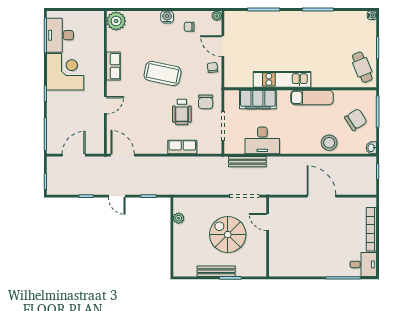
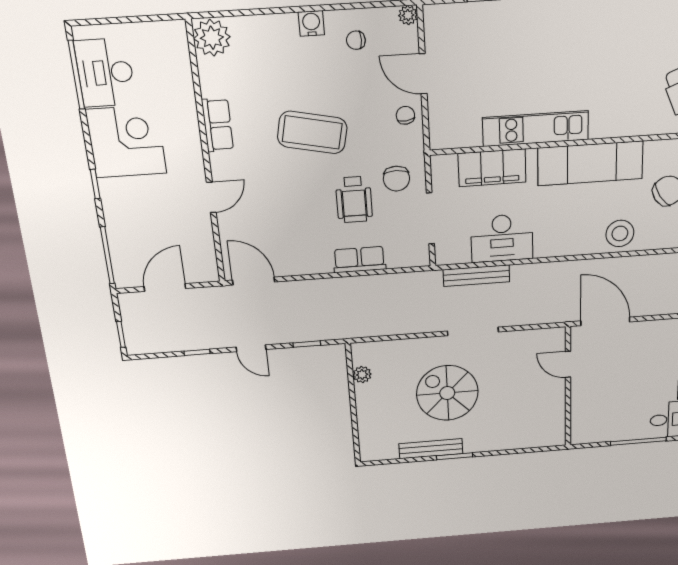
exam couch: (312, 97) -> (590, 163), width x1.36, depth x1.45
door: (268, 222) -> (568, 364), moved
wall: (268, 237) -> (568, 387), moved

